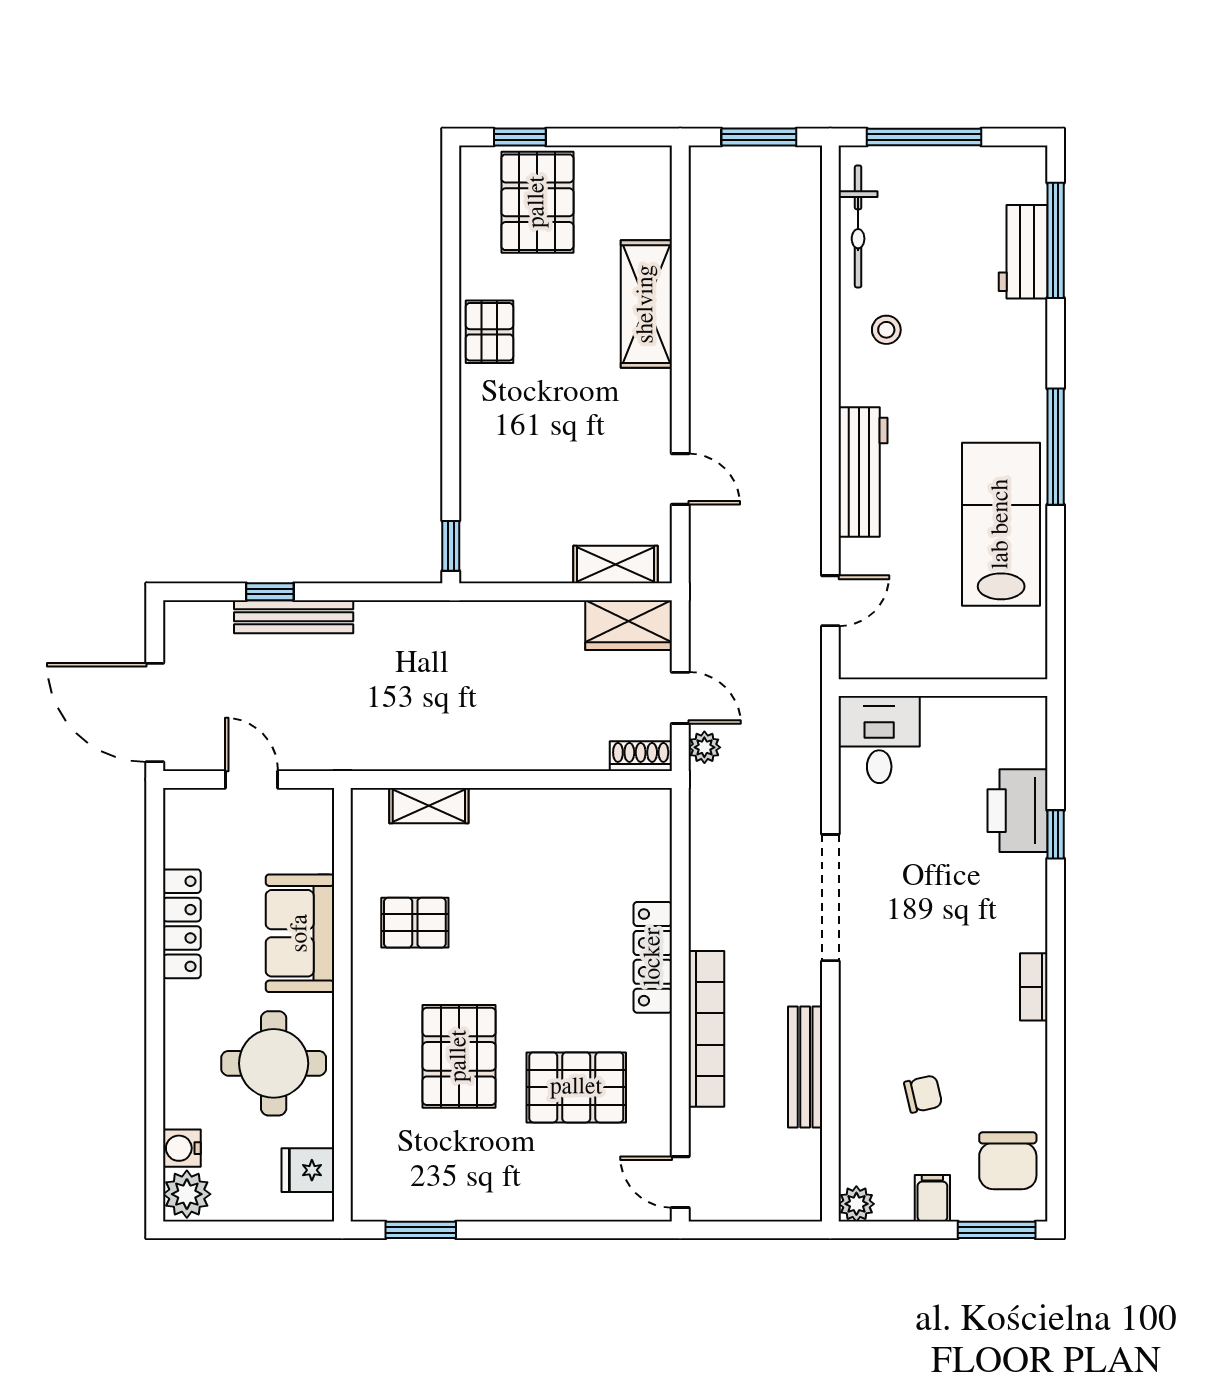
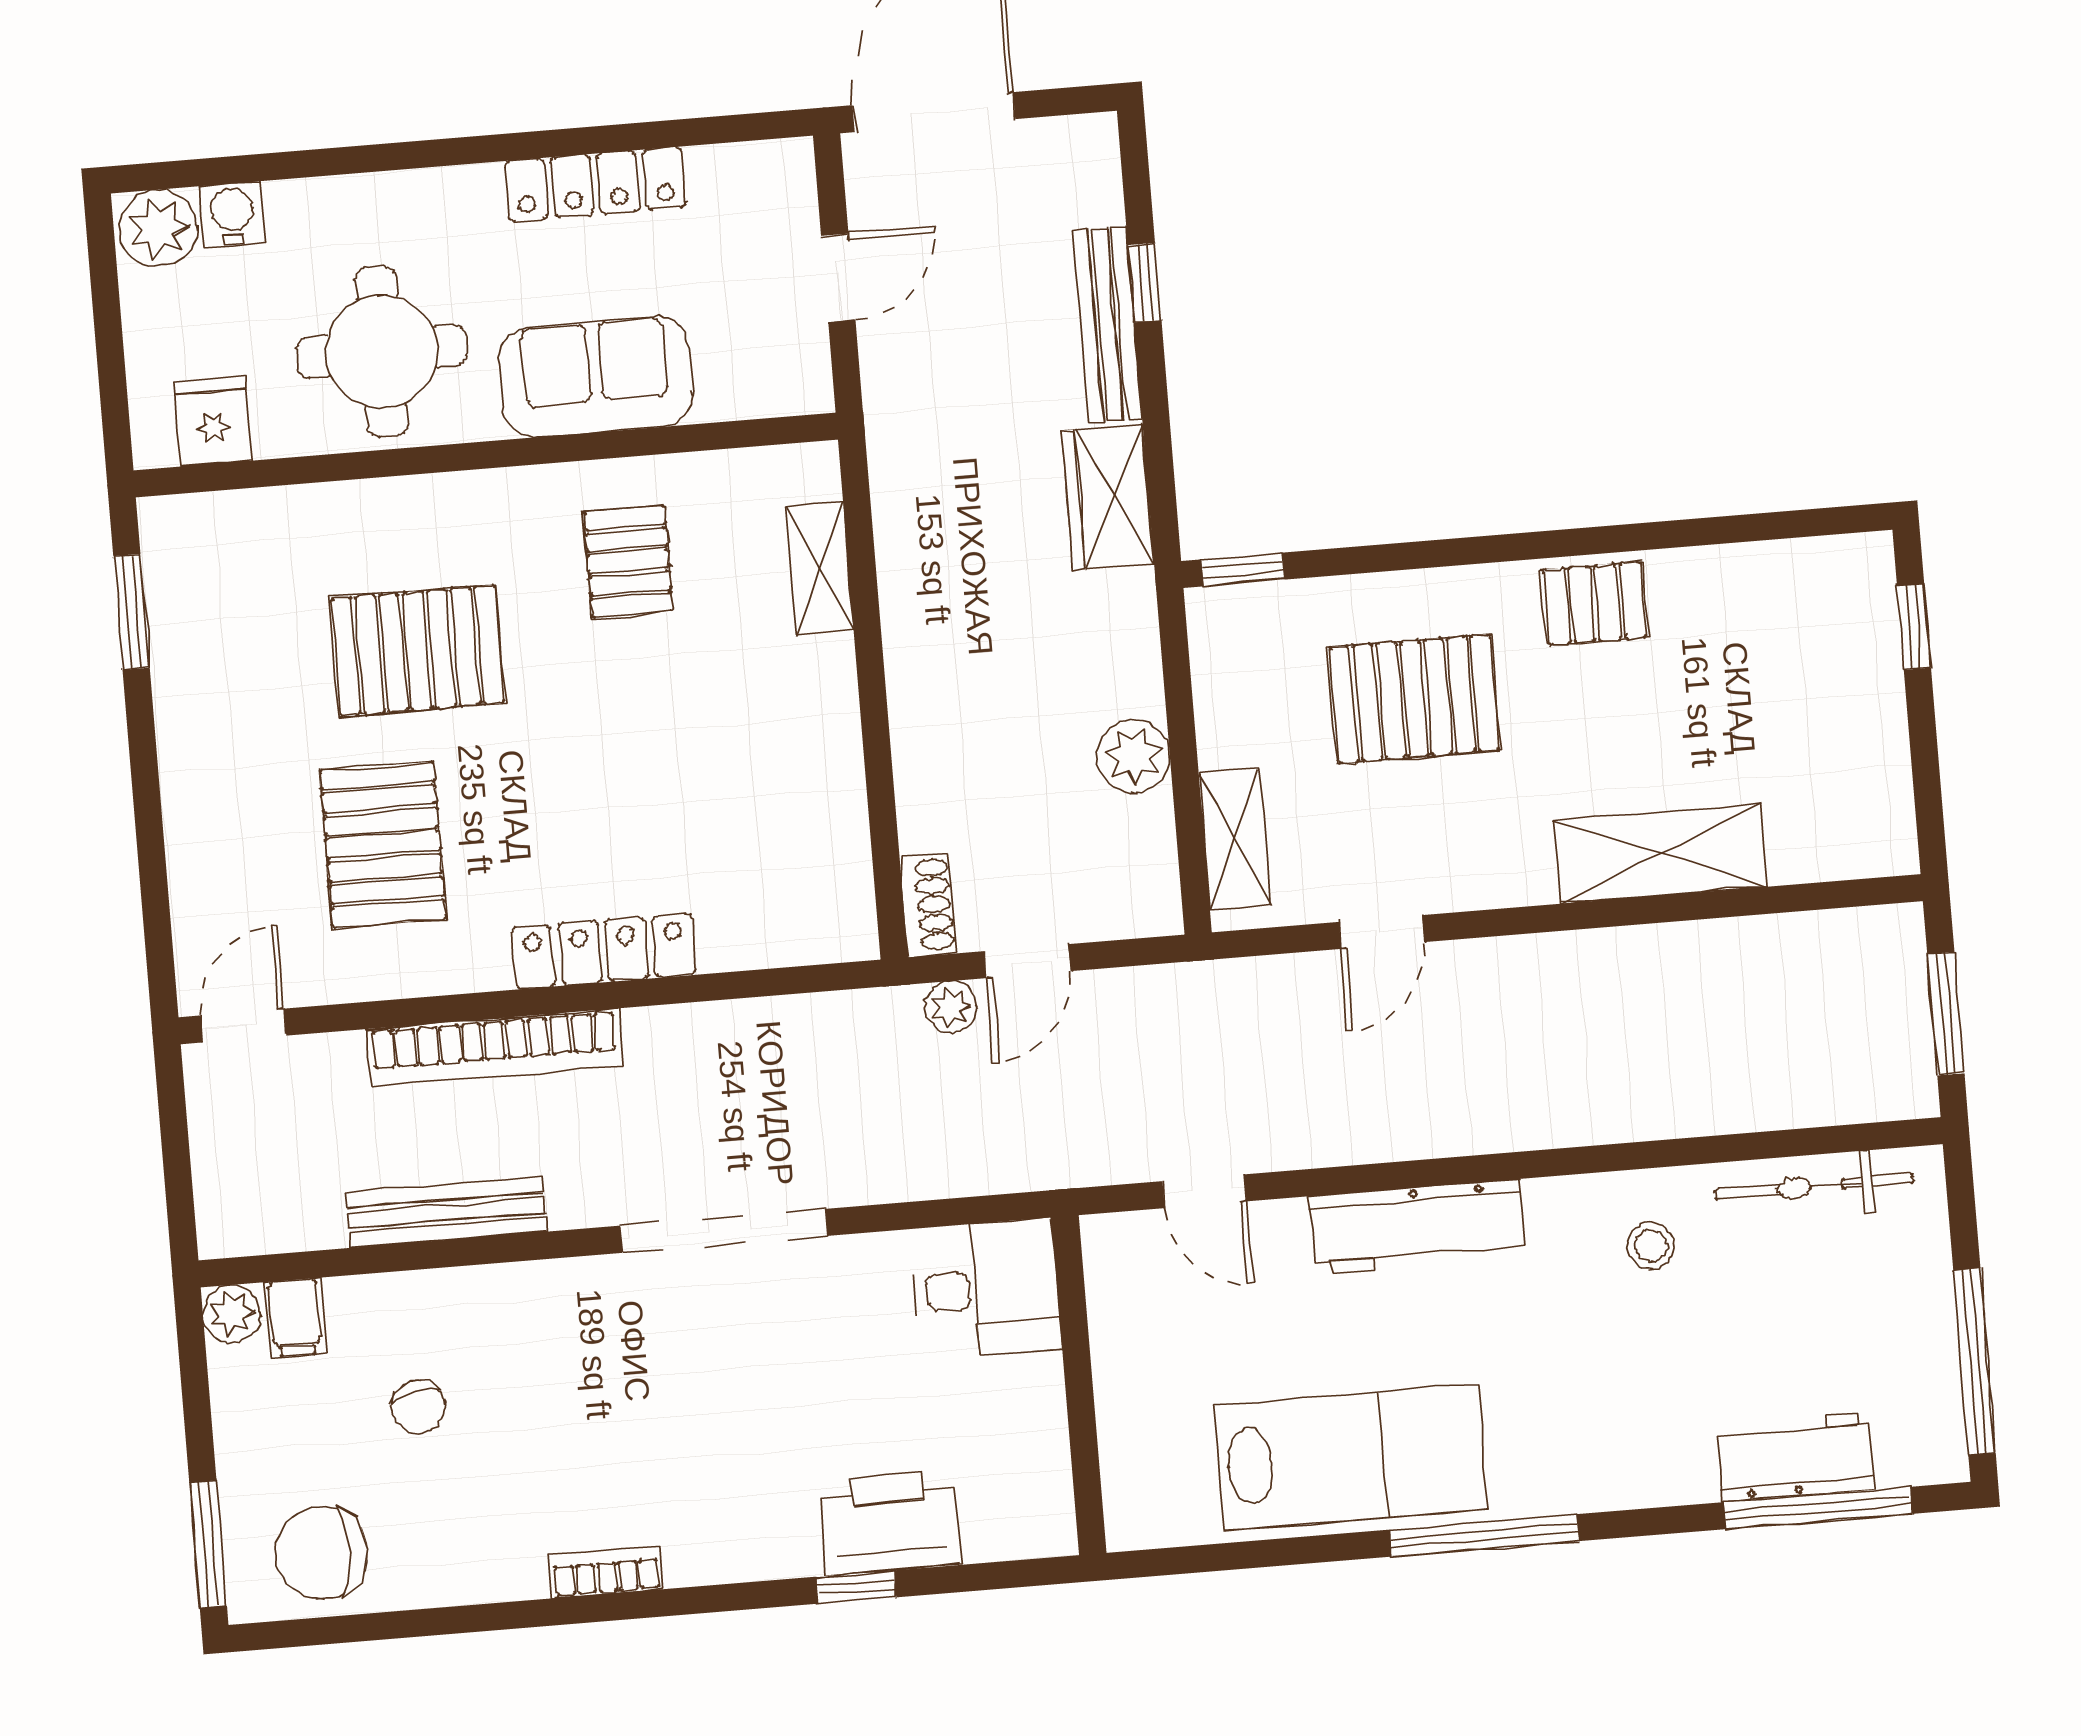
window: (924, 137) -> (1974, 1362), moved
pallet: (537, 202) -> (1414, 699), moved
plant: (560, 622) -> (1134, 756), added
wardrobe: (629, 625) -> (1108, 497), moved
filing cabinet: (932, 1198) -> (295, 1318), moved, turned 90

